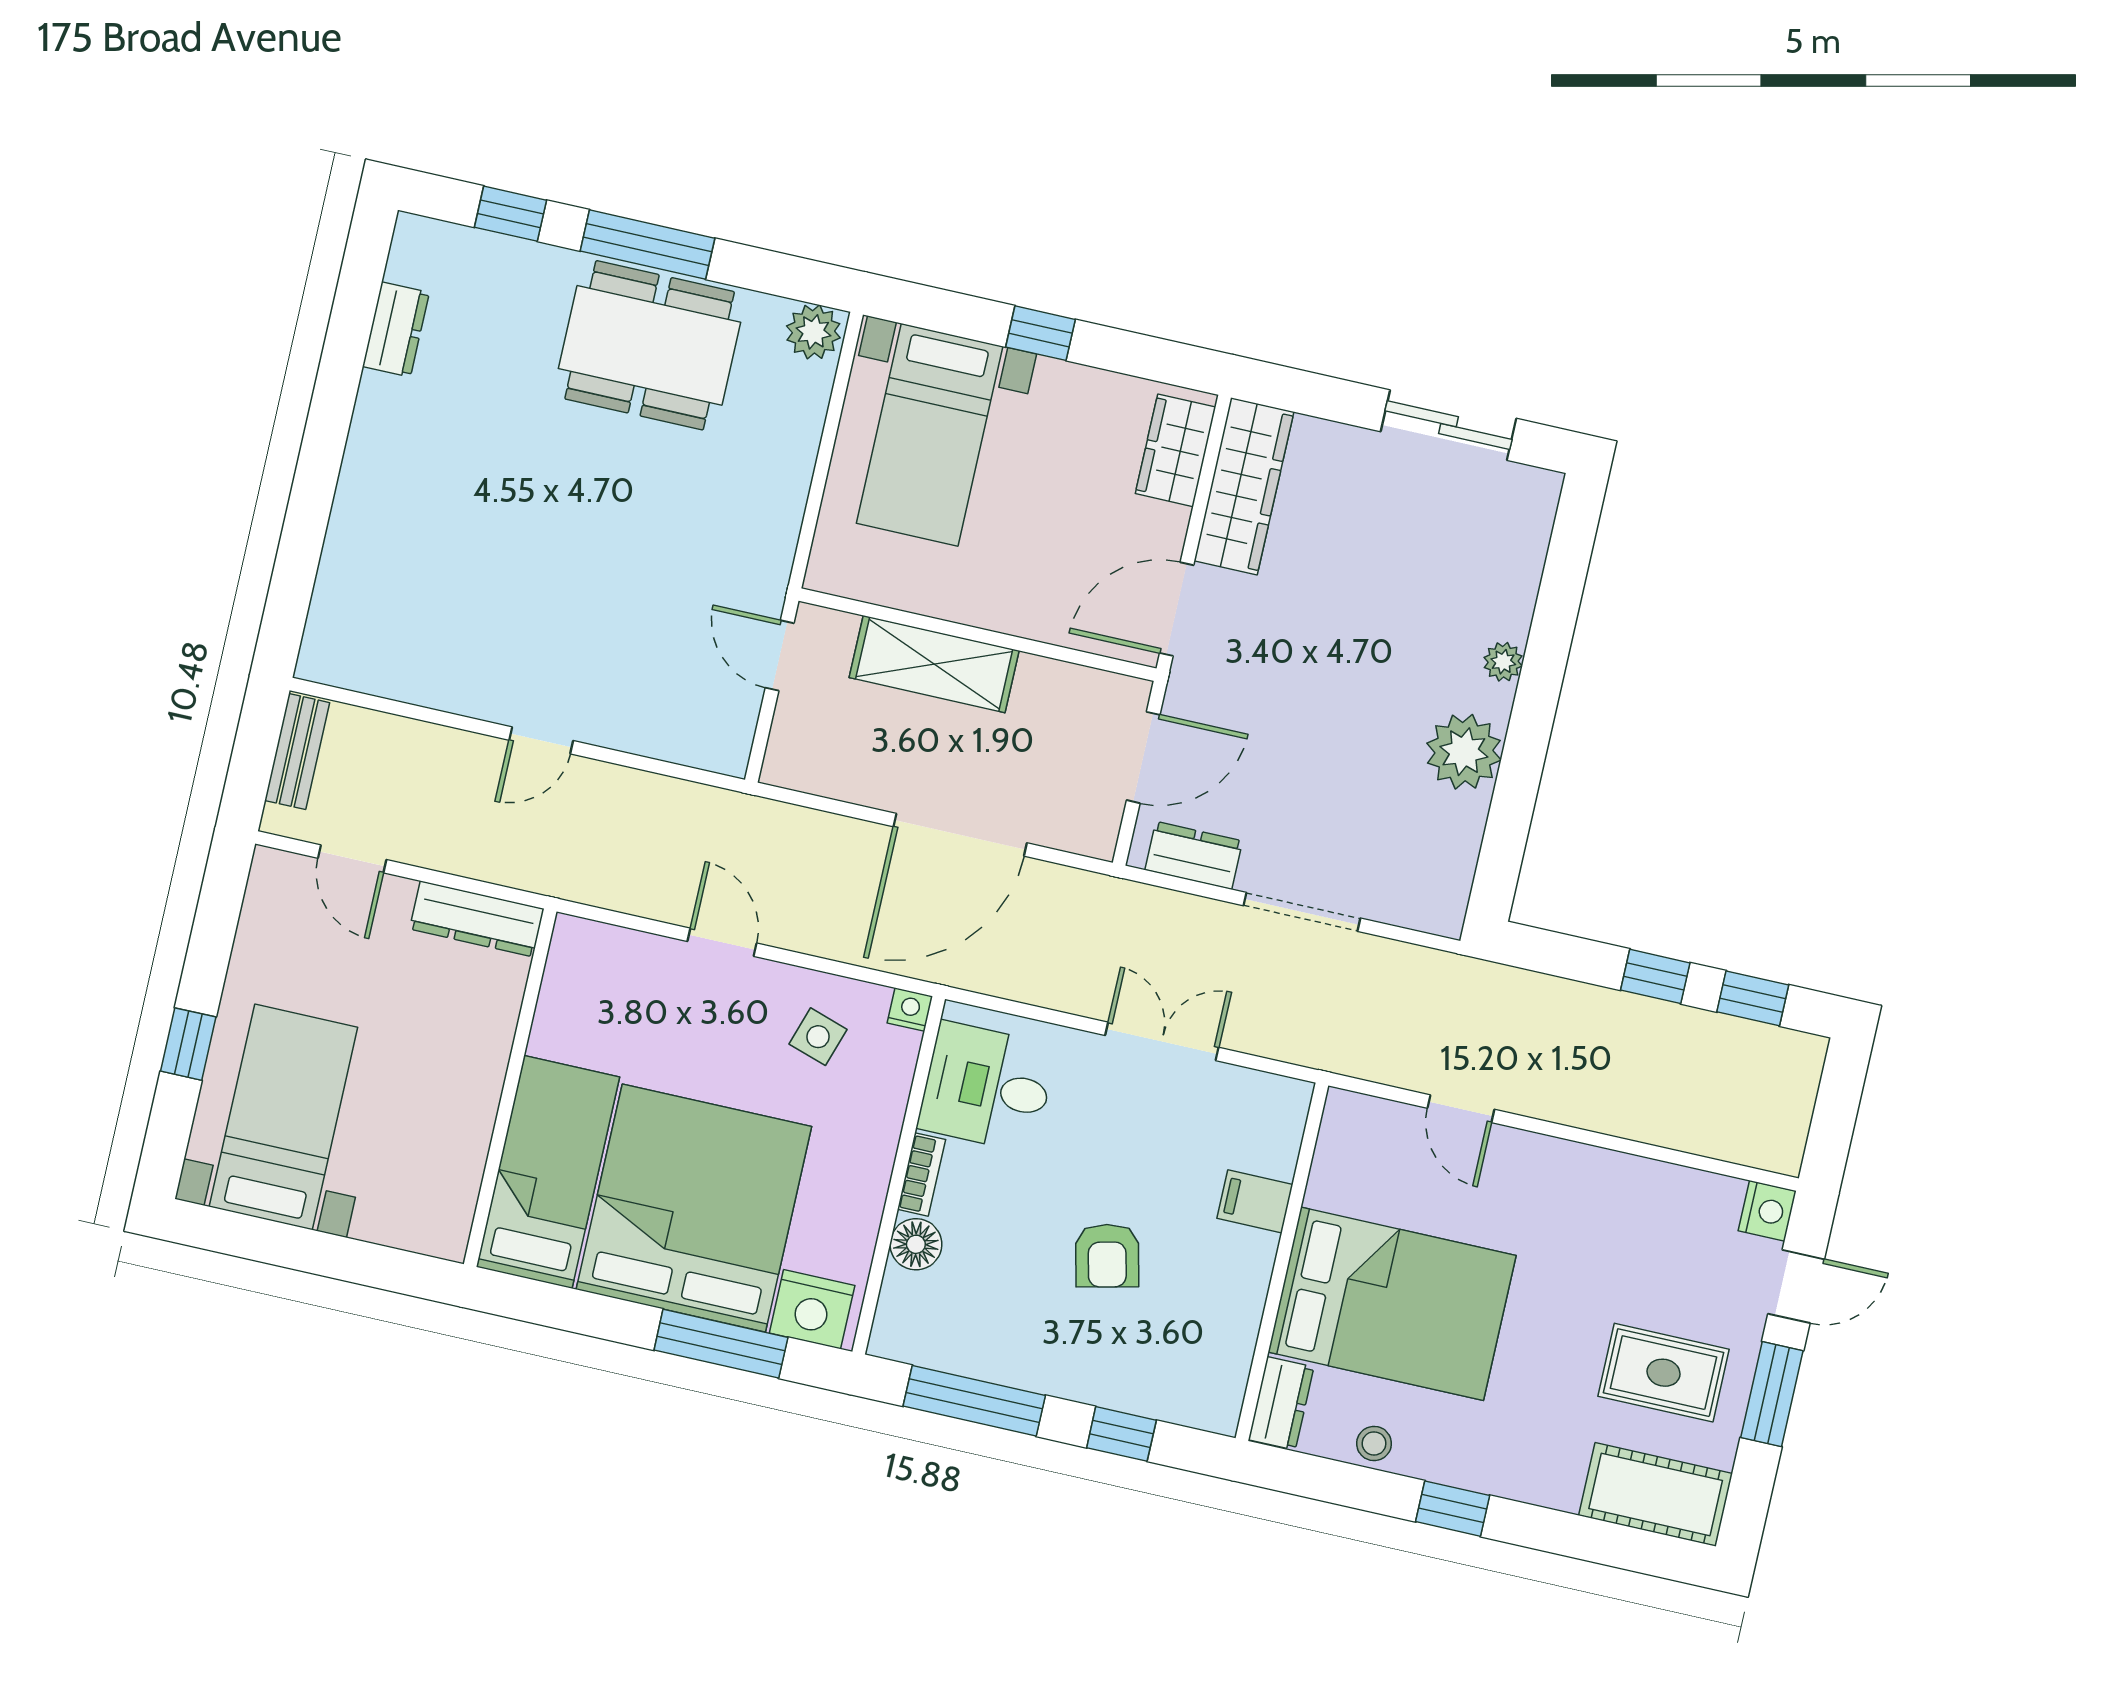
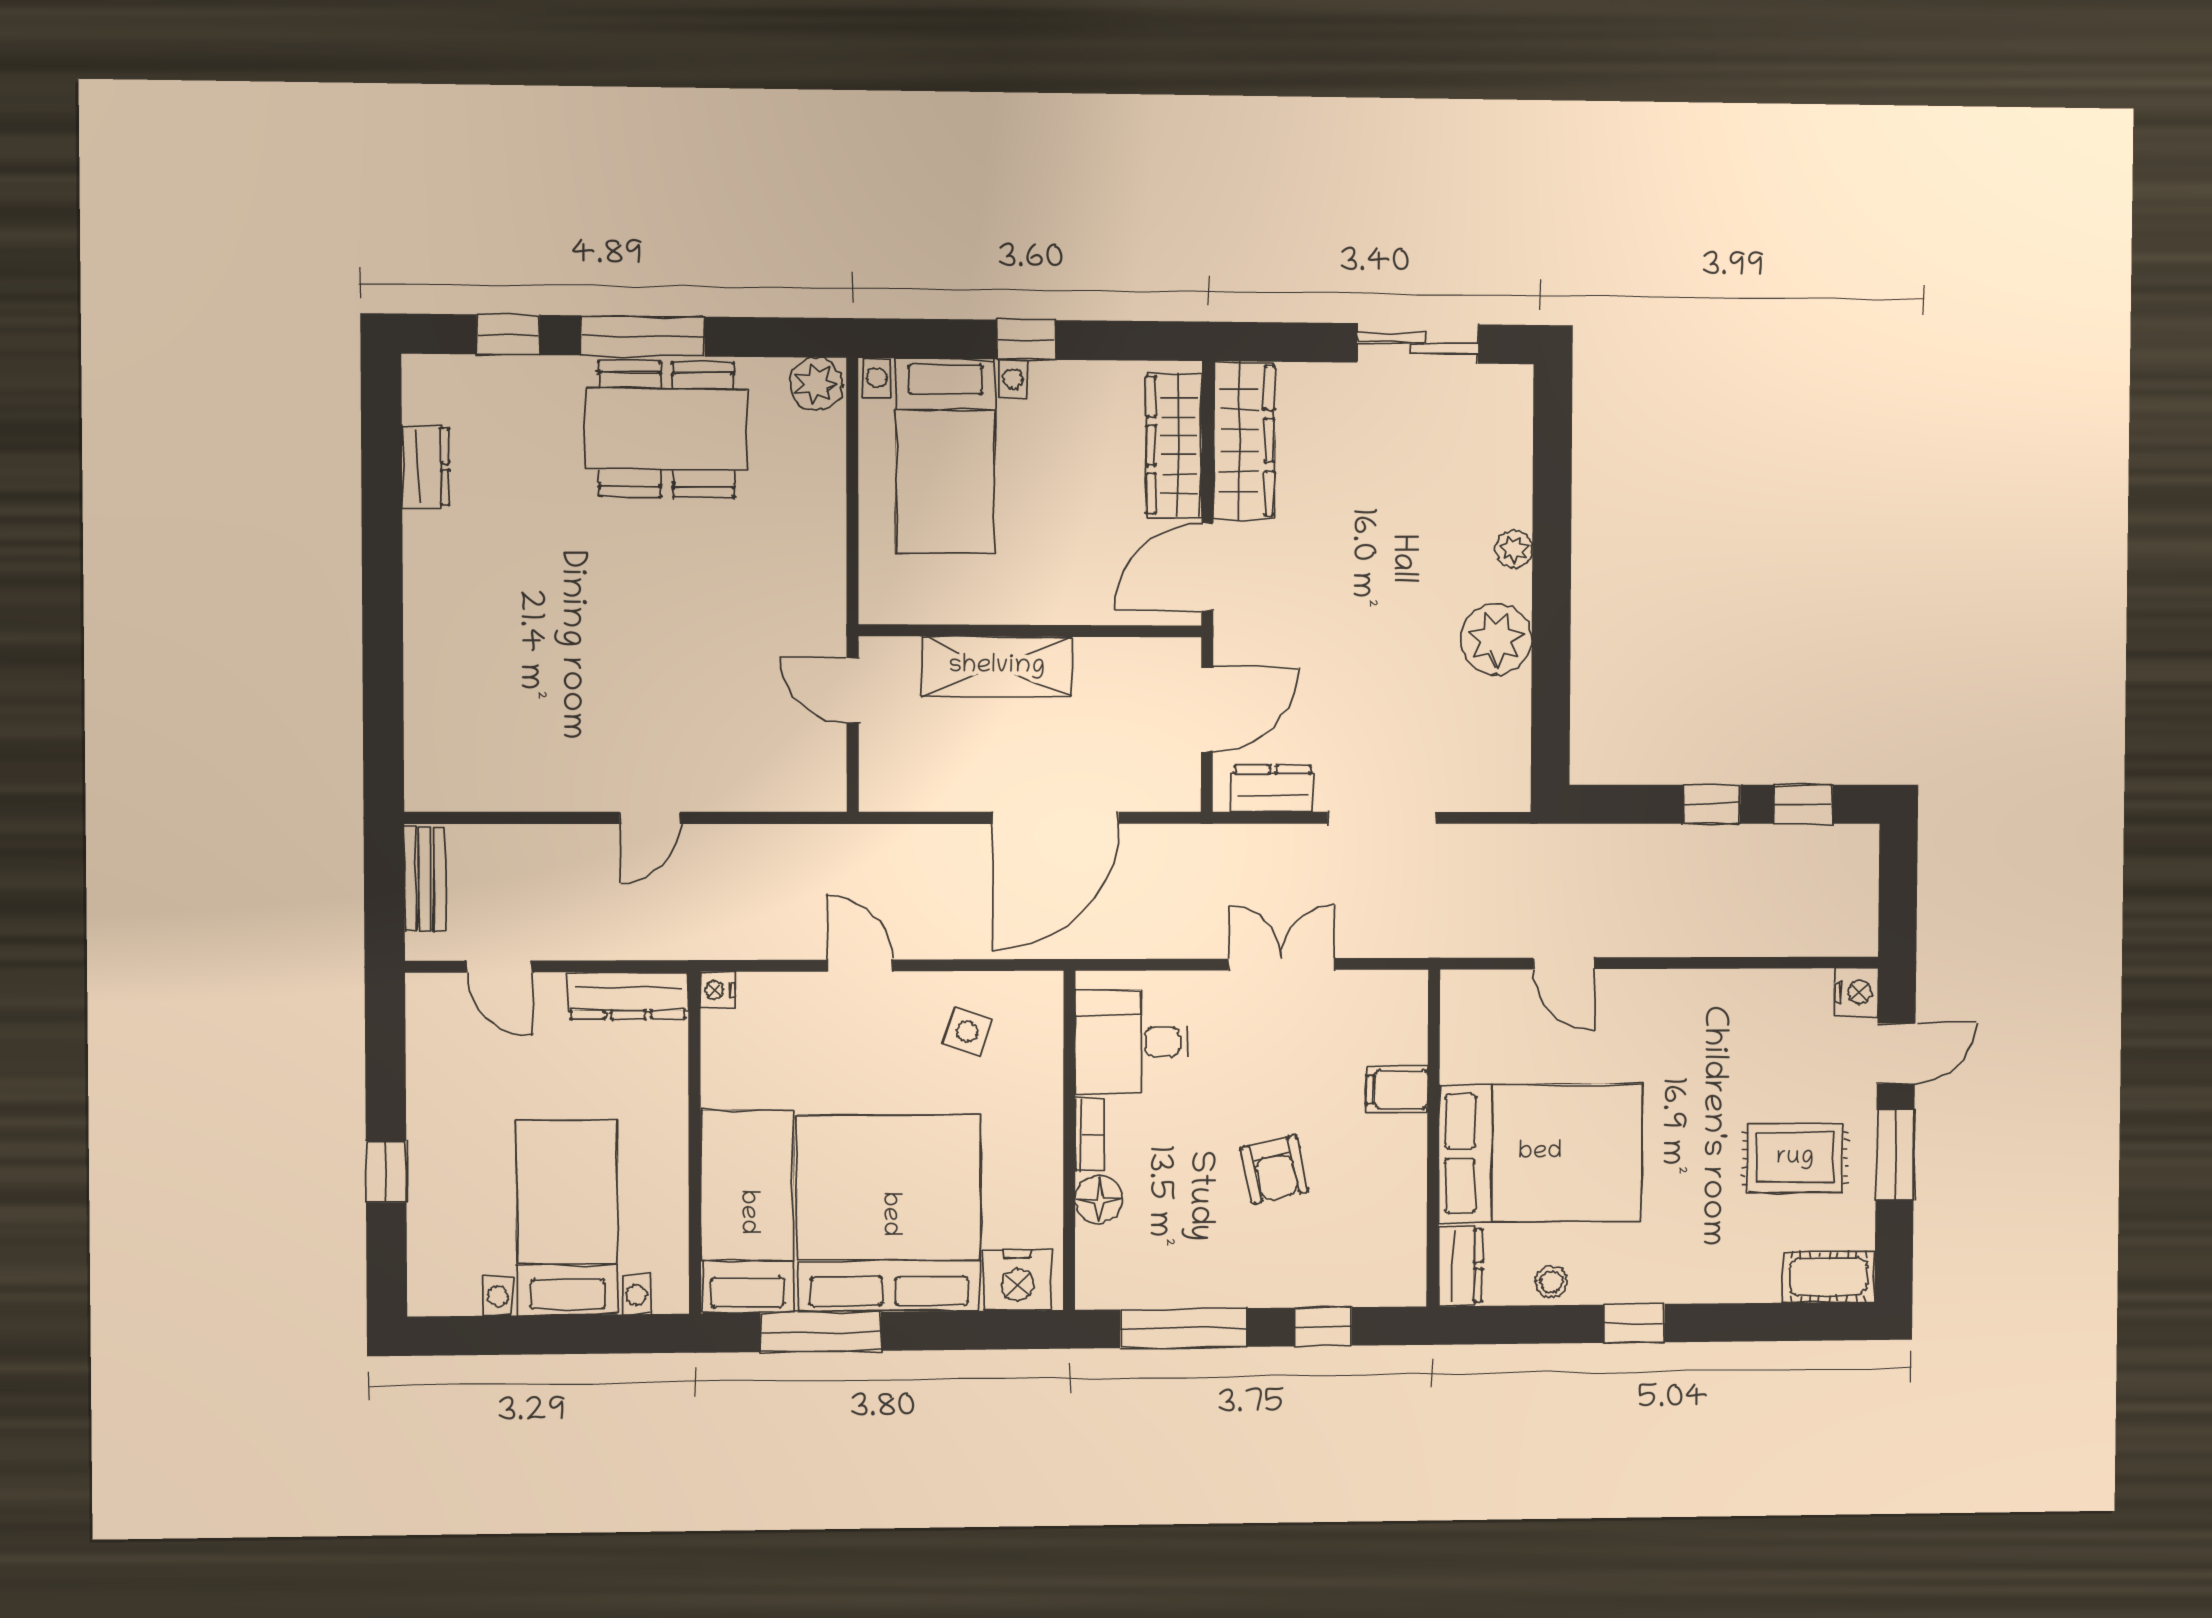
wardrobe: (1176, 450) -> (1174, 445), width x1.50
nightstand: (910, 1010) -> (717, 990), moved, turned -90
bed with nightstands: (283, 1117) -> (567, 1217), moved
window: (721, 1344) -> (821, 1332), moved
cot: (1656, 1494) -> (1828, 1277), width x0.73, depth x0.75

